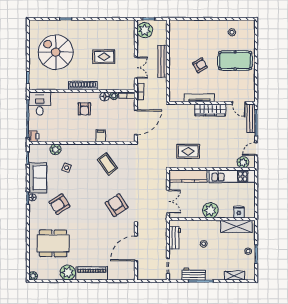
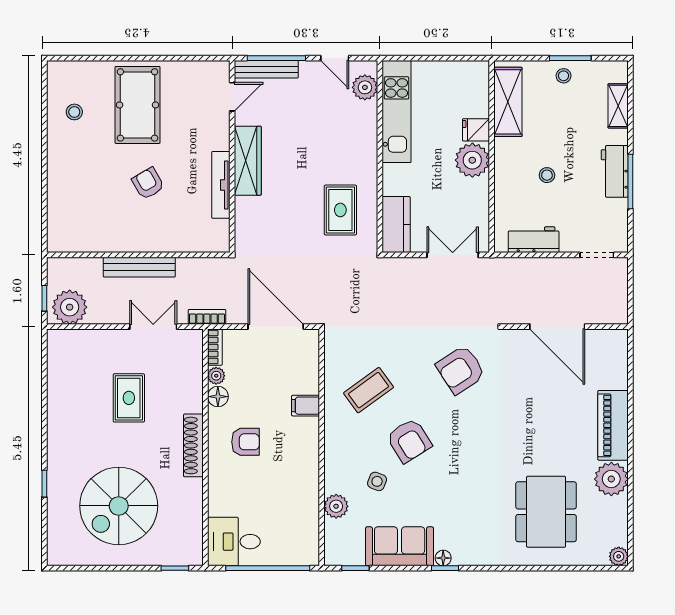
printer: (34, 136) -> (307, 555), removed
kitchen counter: (188, 176) -> (396, 225), width x0.67
armchair: (59, 204) -> (409, 441), moved
fridge: (239, 212) -> (476, 130), moved
workbench: (194, 274) -> (615, 171), moved

